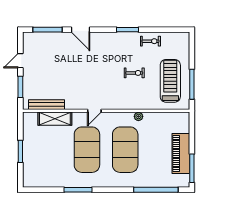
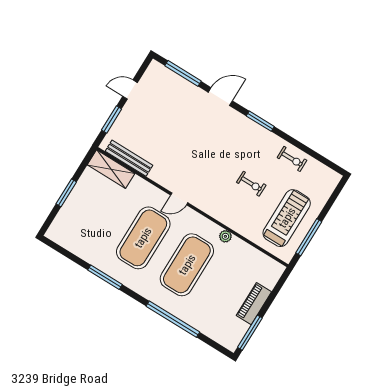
door: (80, 30) -> (220, 97), swing flipped
window: (127, 30) -> (260, 121), moved
shelving: (55, 119) -> (111, 169), moved
piano: (181, 153) -> (254, 304), width x0.73, depth x0.75
window: (156, 190) -> (173, 319), moved

